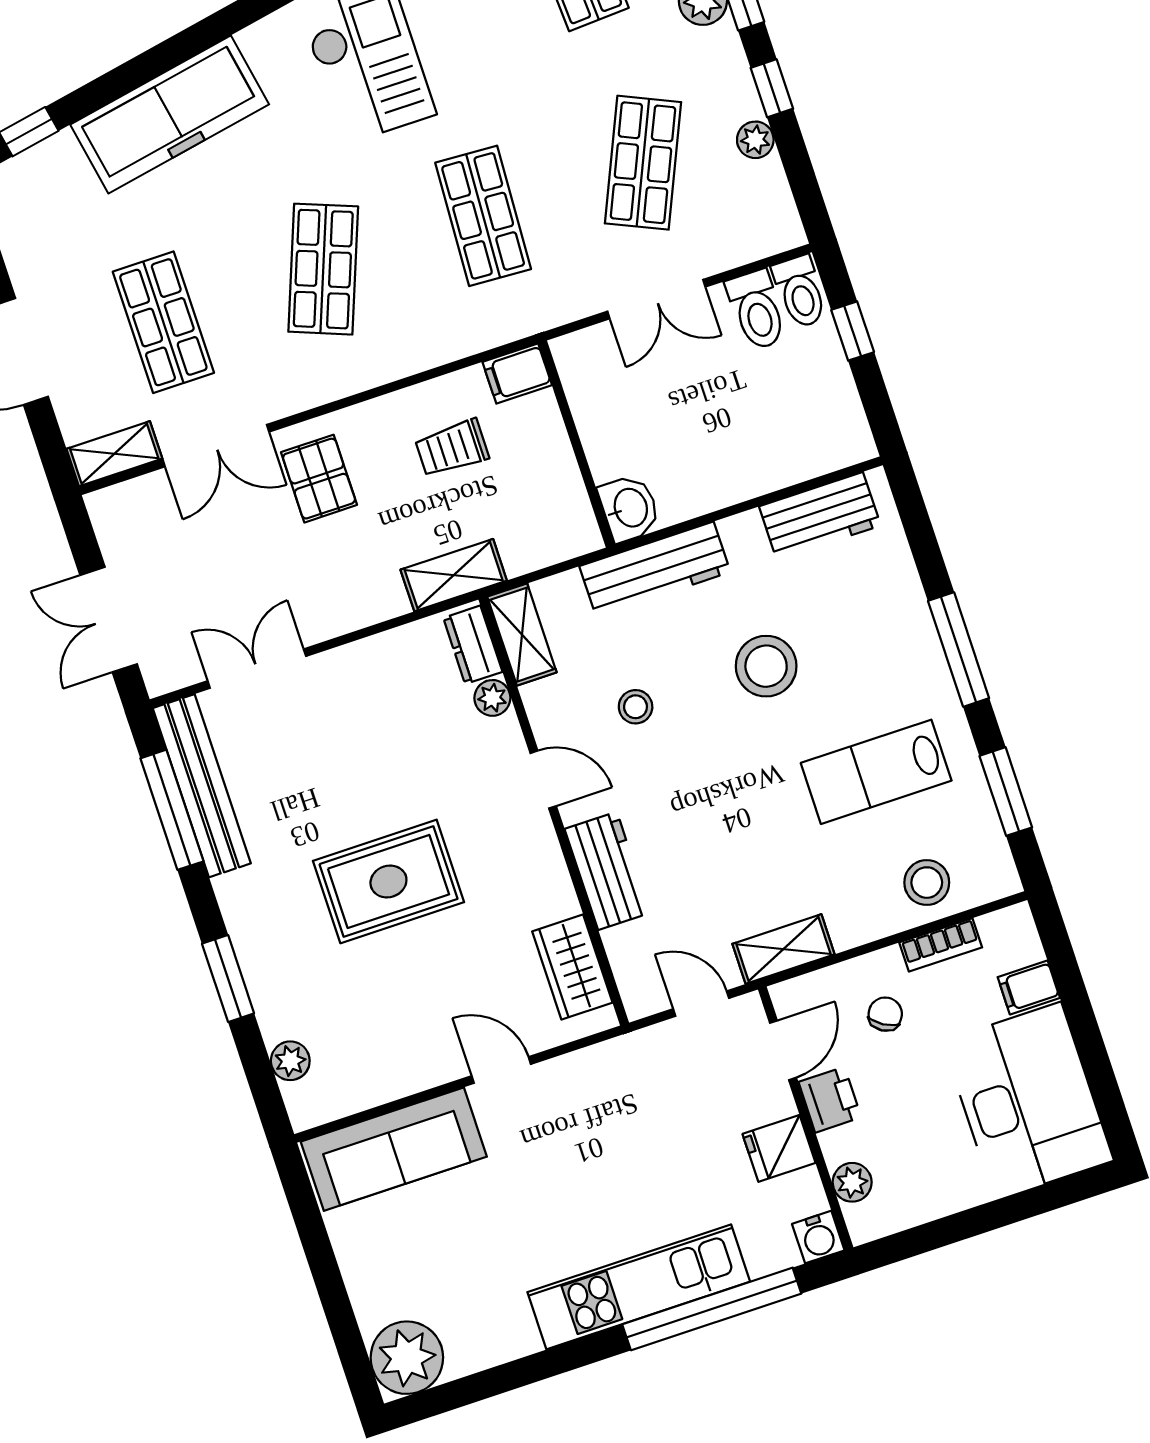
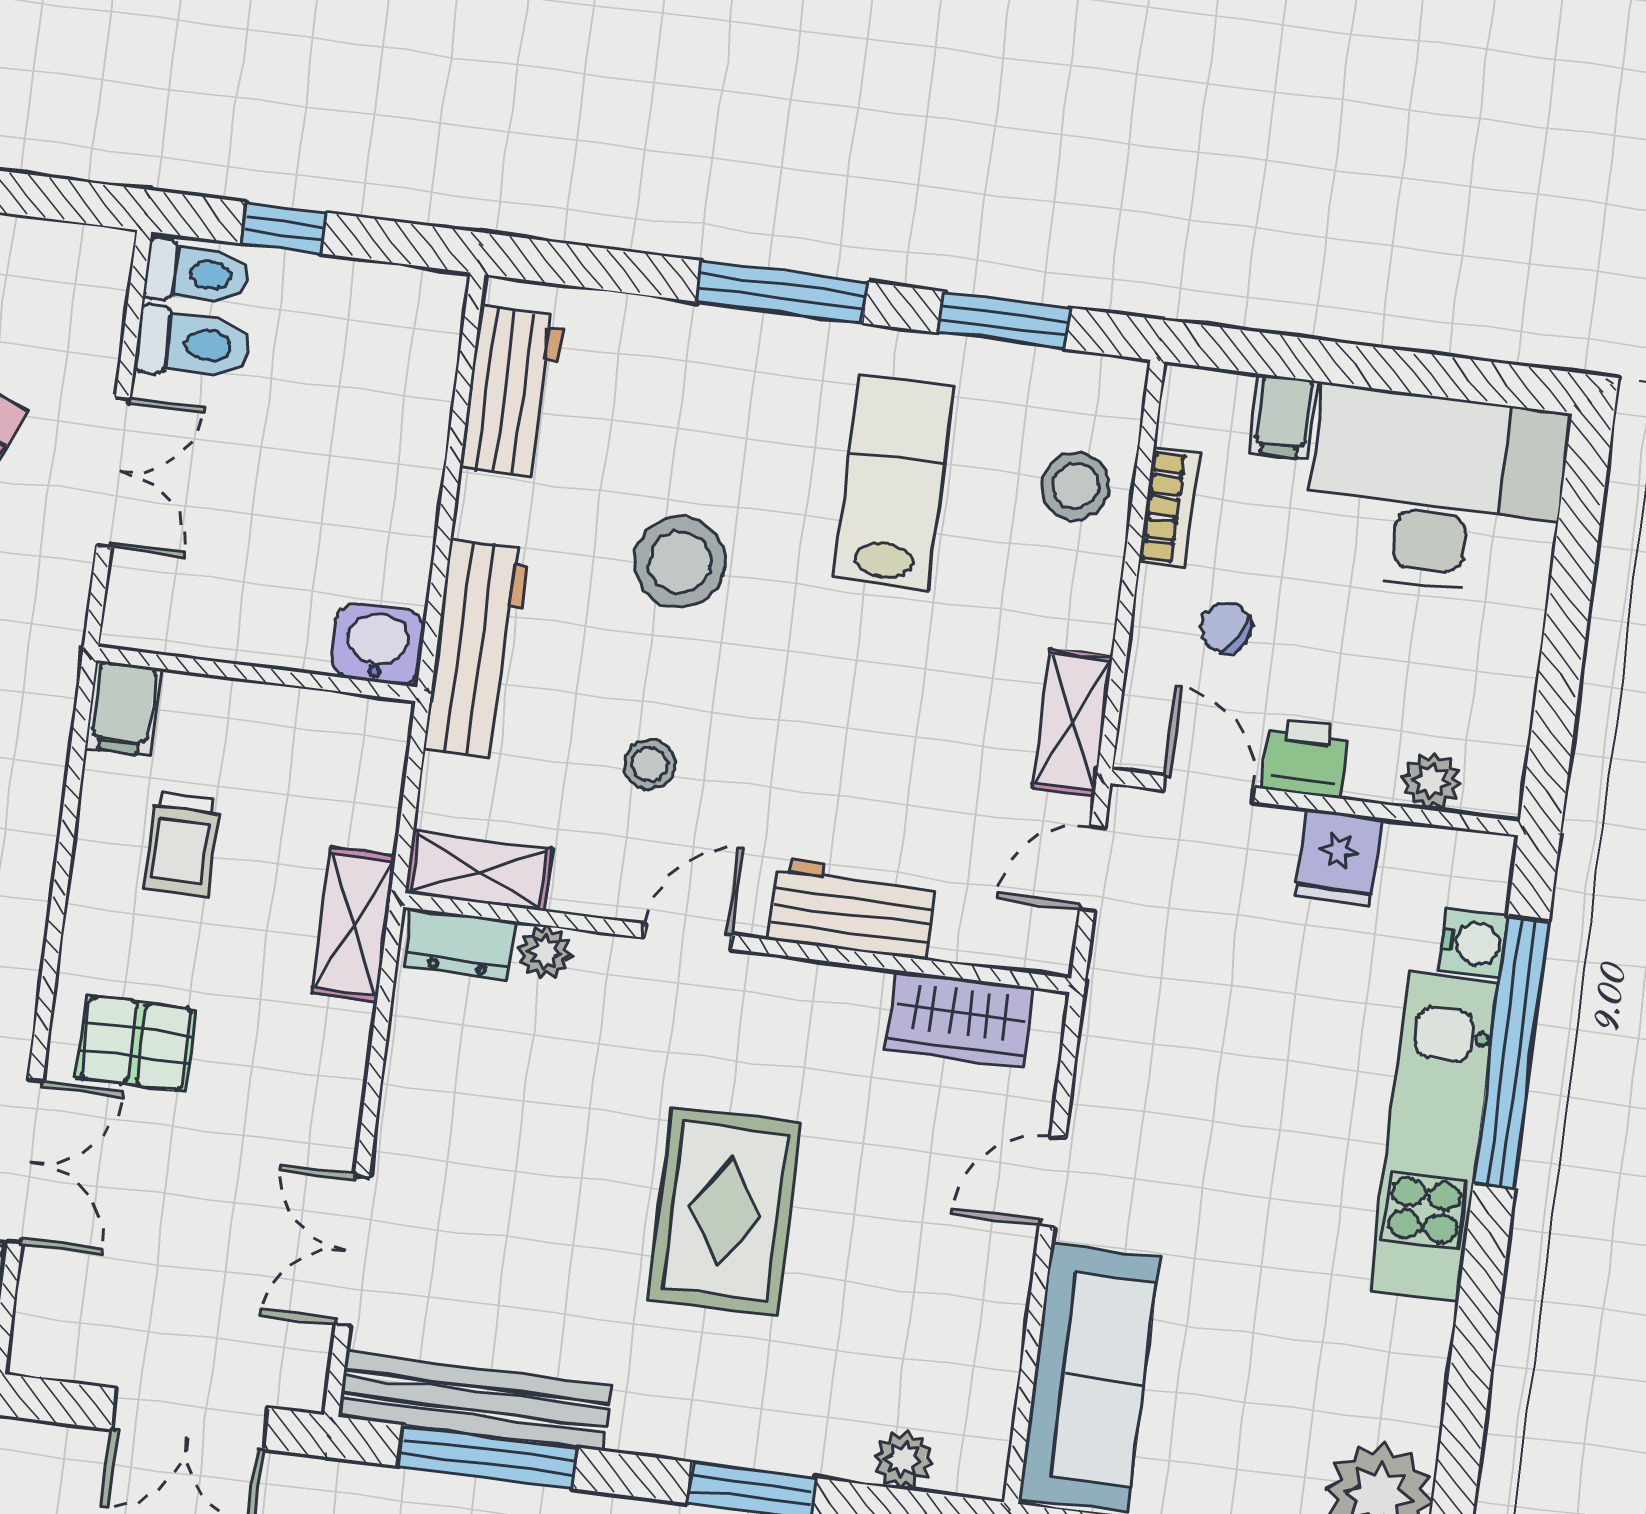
lab bench: (876, 772) -> (893, 482), turned 180
water cooler: (818, 1237) -> (1473, 943), moved

